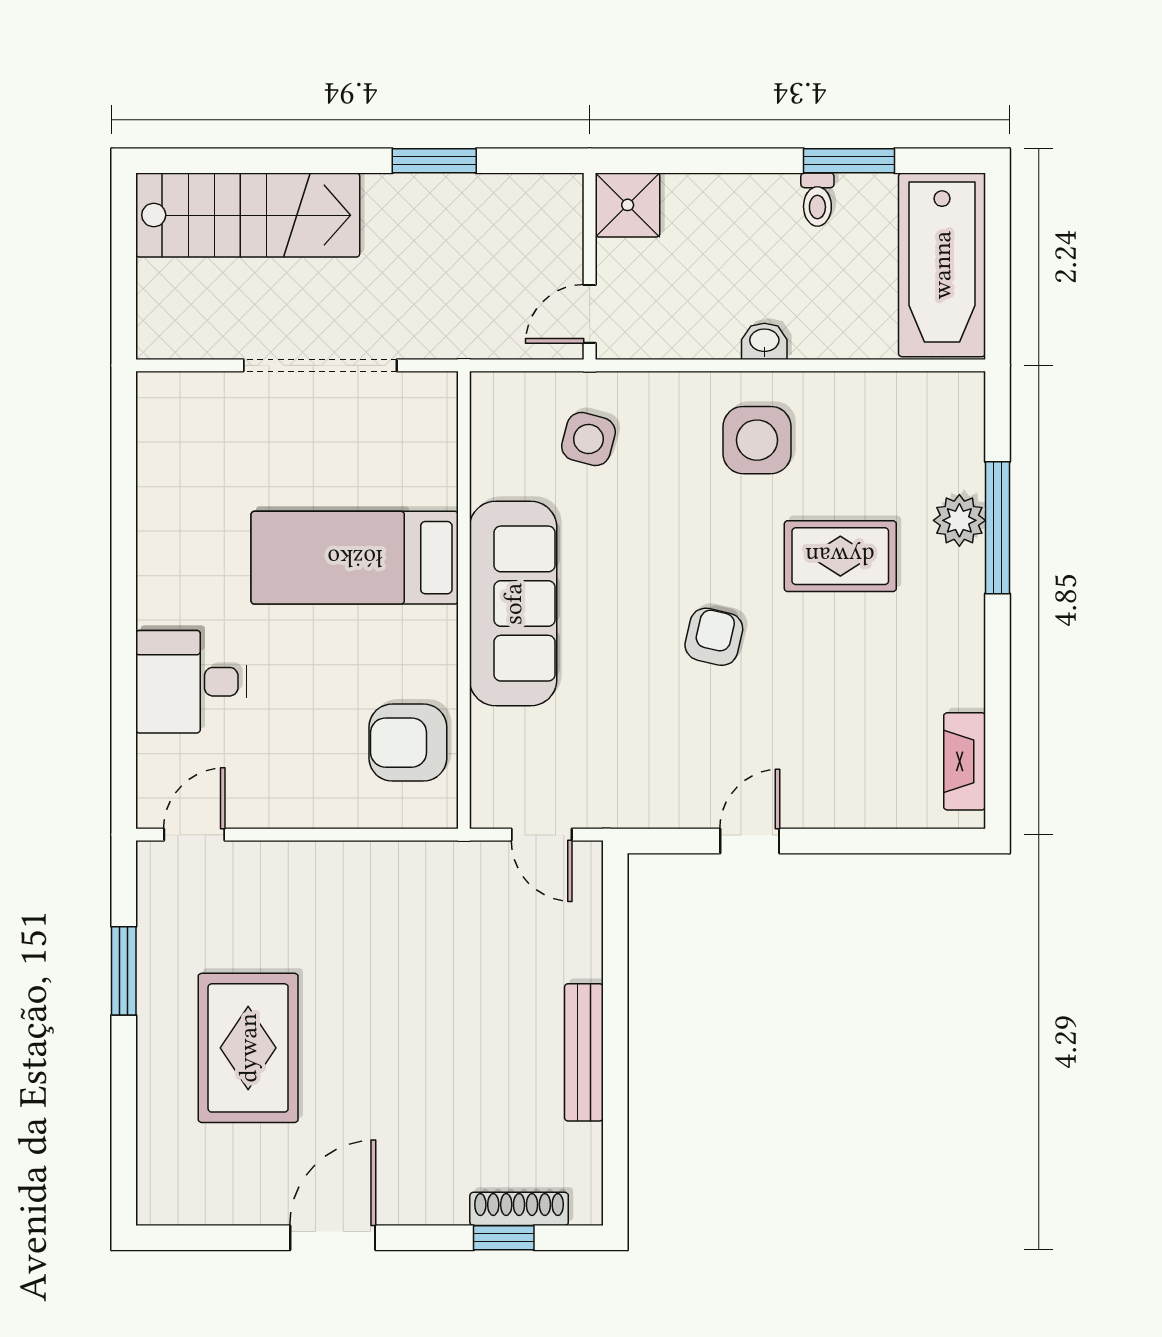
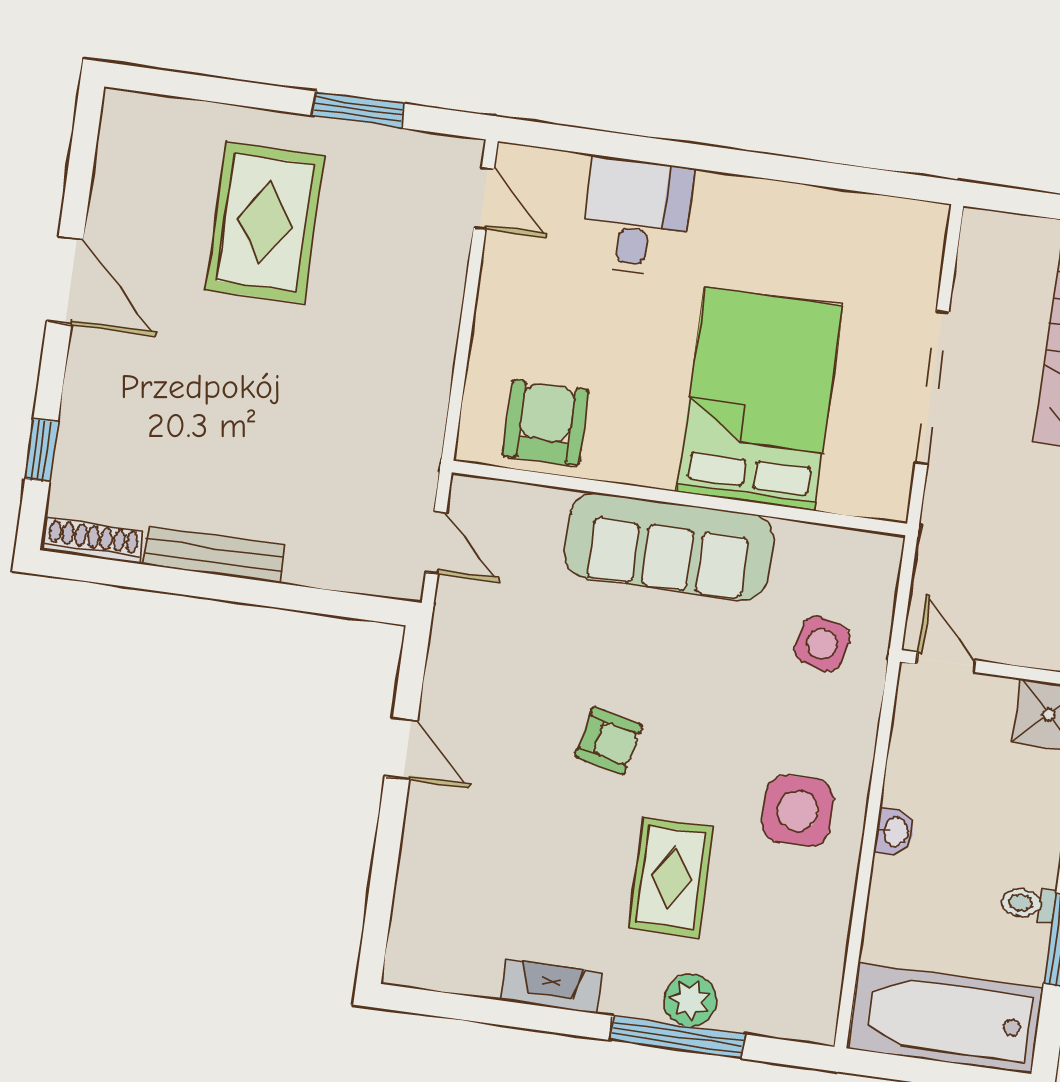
bed: (355, 558) -> (760, 399), width x1.50
fireplace: (965, 761) -> (551, 986), moved
door: (542, 835) -> (436, 543), swing flipped
rug: (248, 1048) -> (265, 222), turned 90
shoe rack: (519, 1209) -> (93, 541), moved, turned -90

